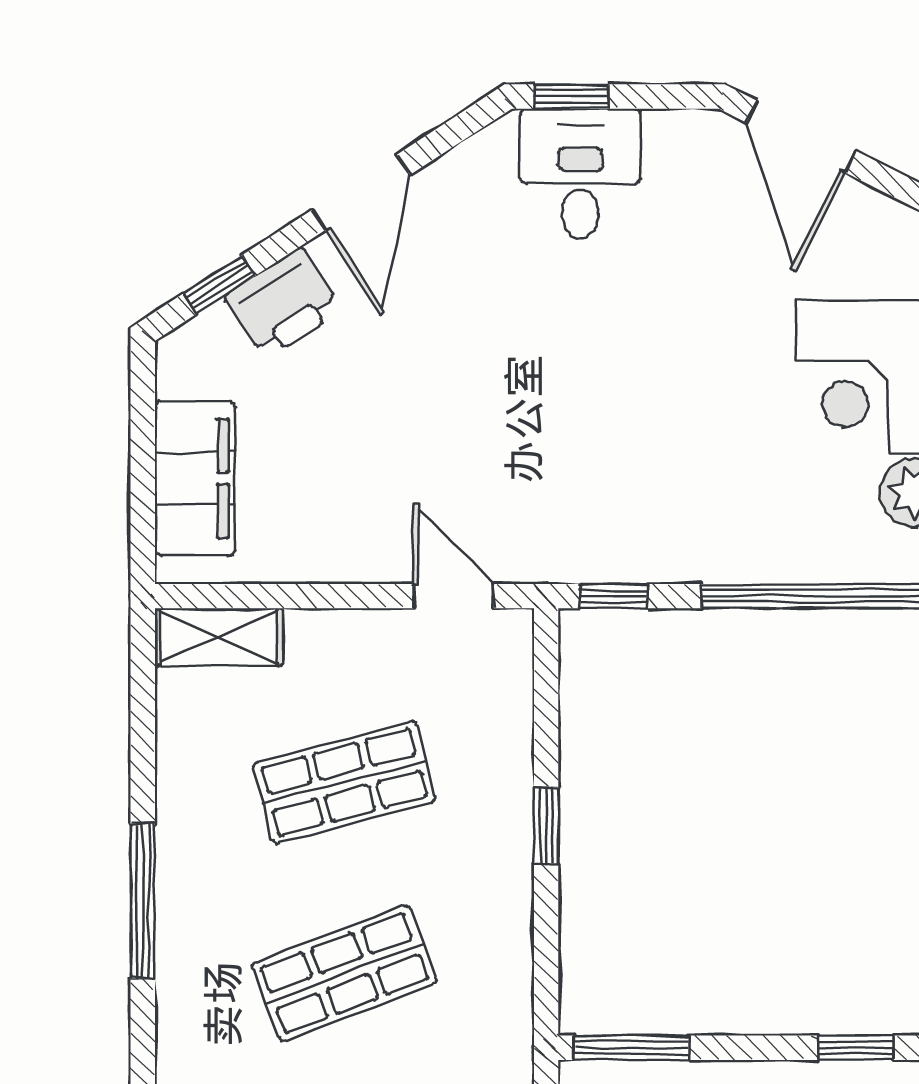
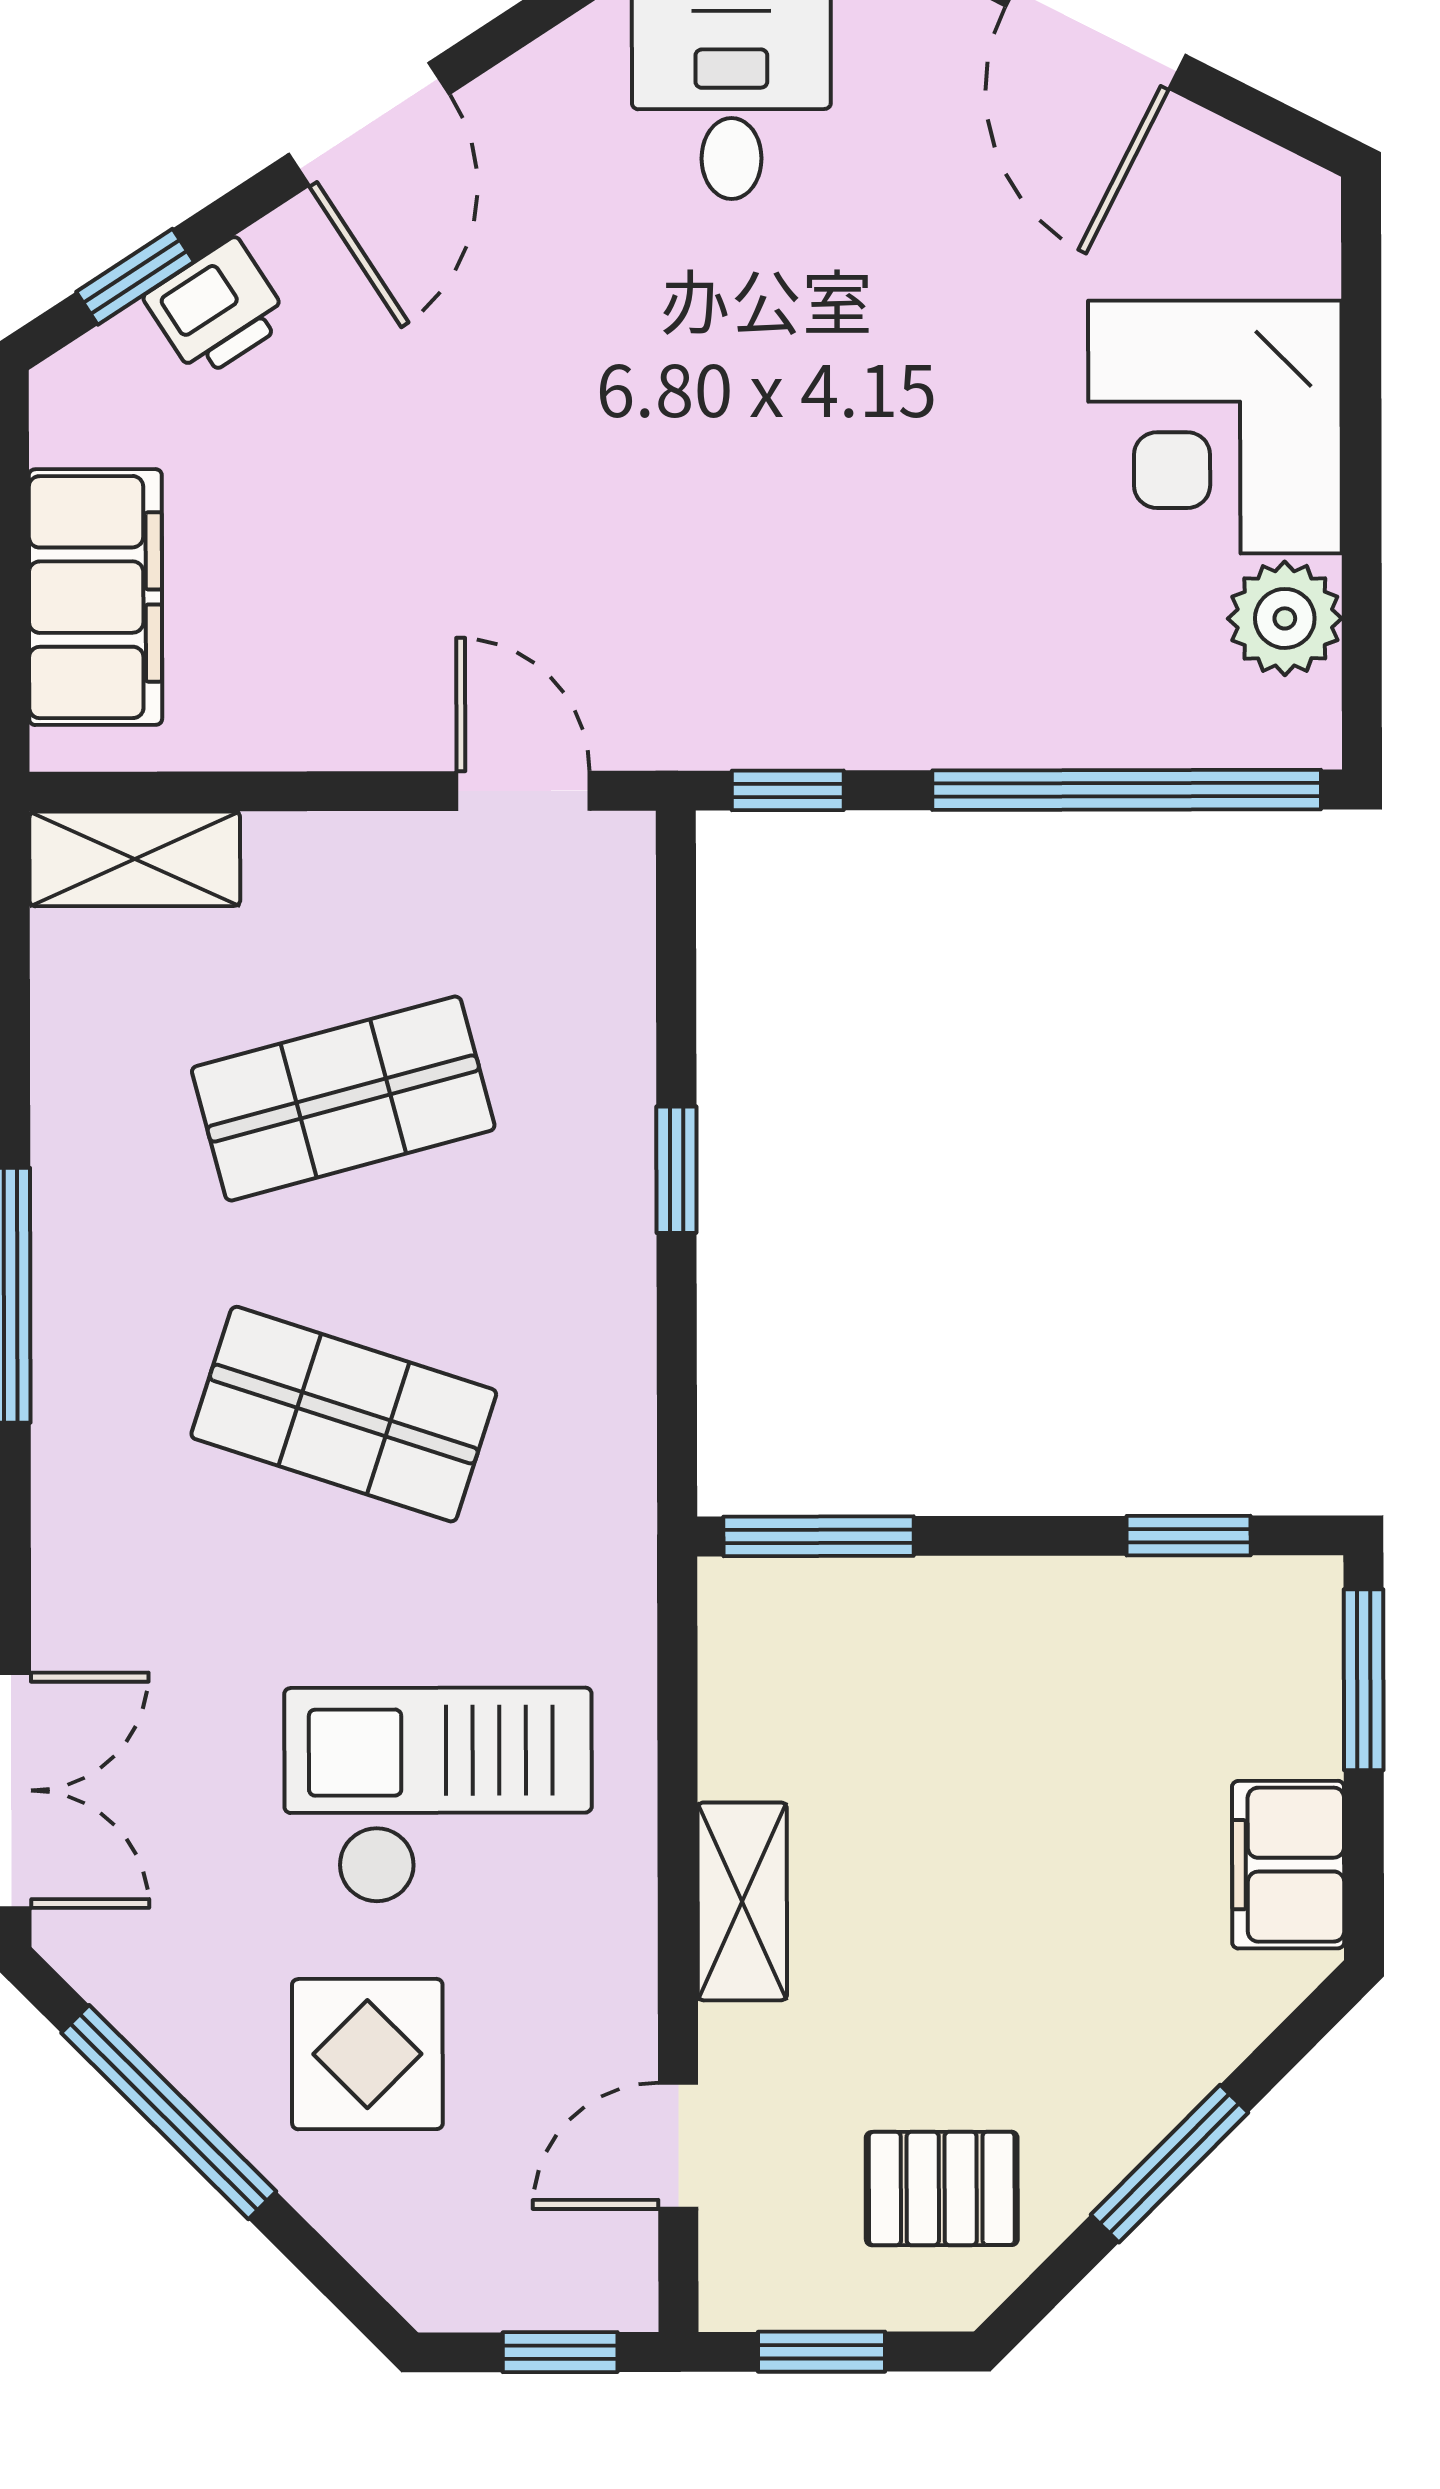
printer: (283, 303) -> (217, 309), width x0.73, depth x0.81
shop shelf: (344, 973) -> (344, 1414), turned 39

